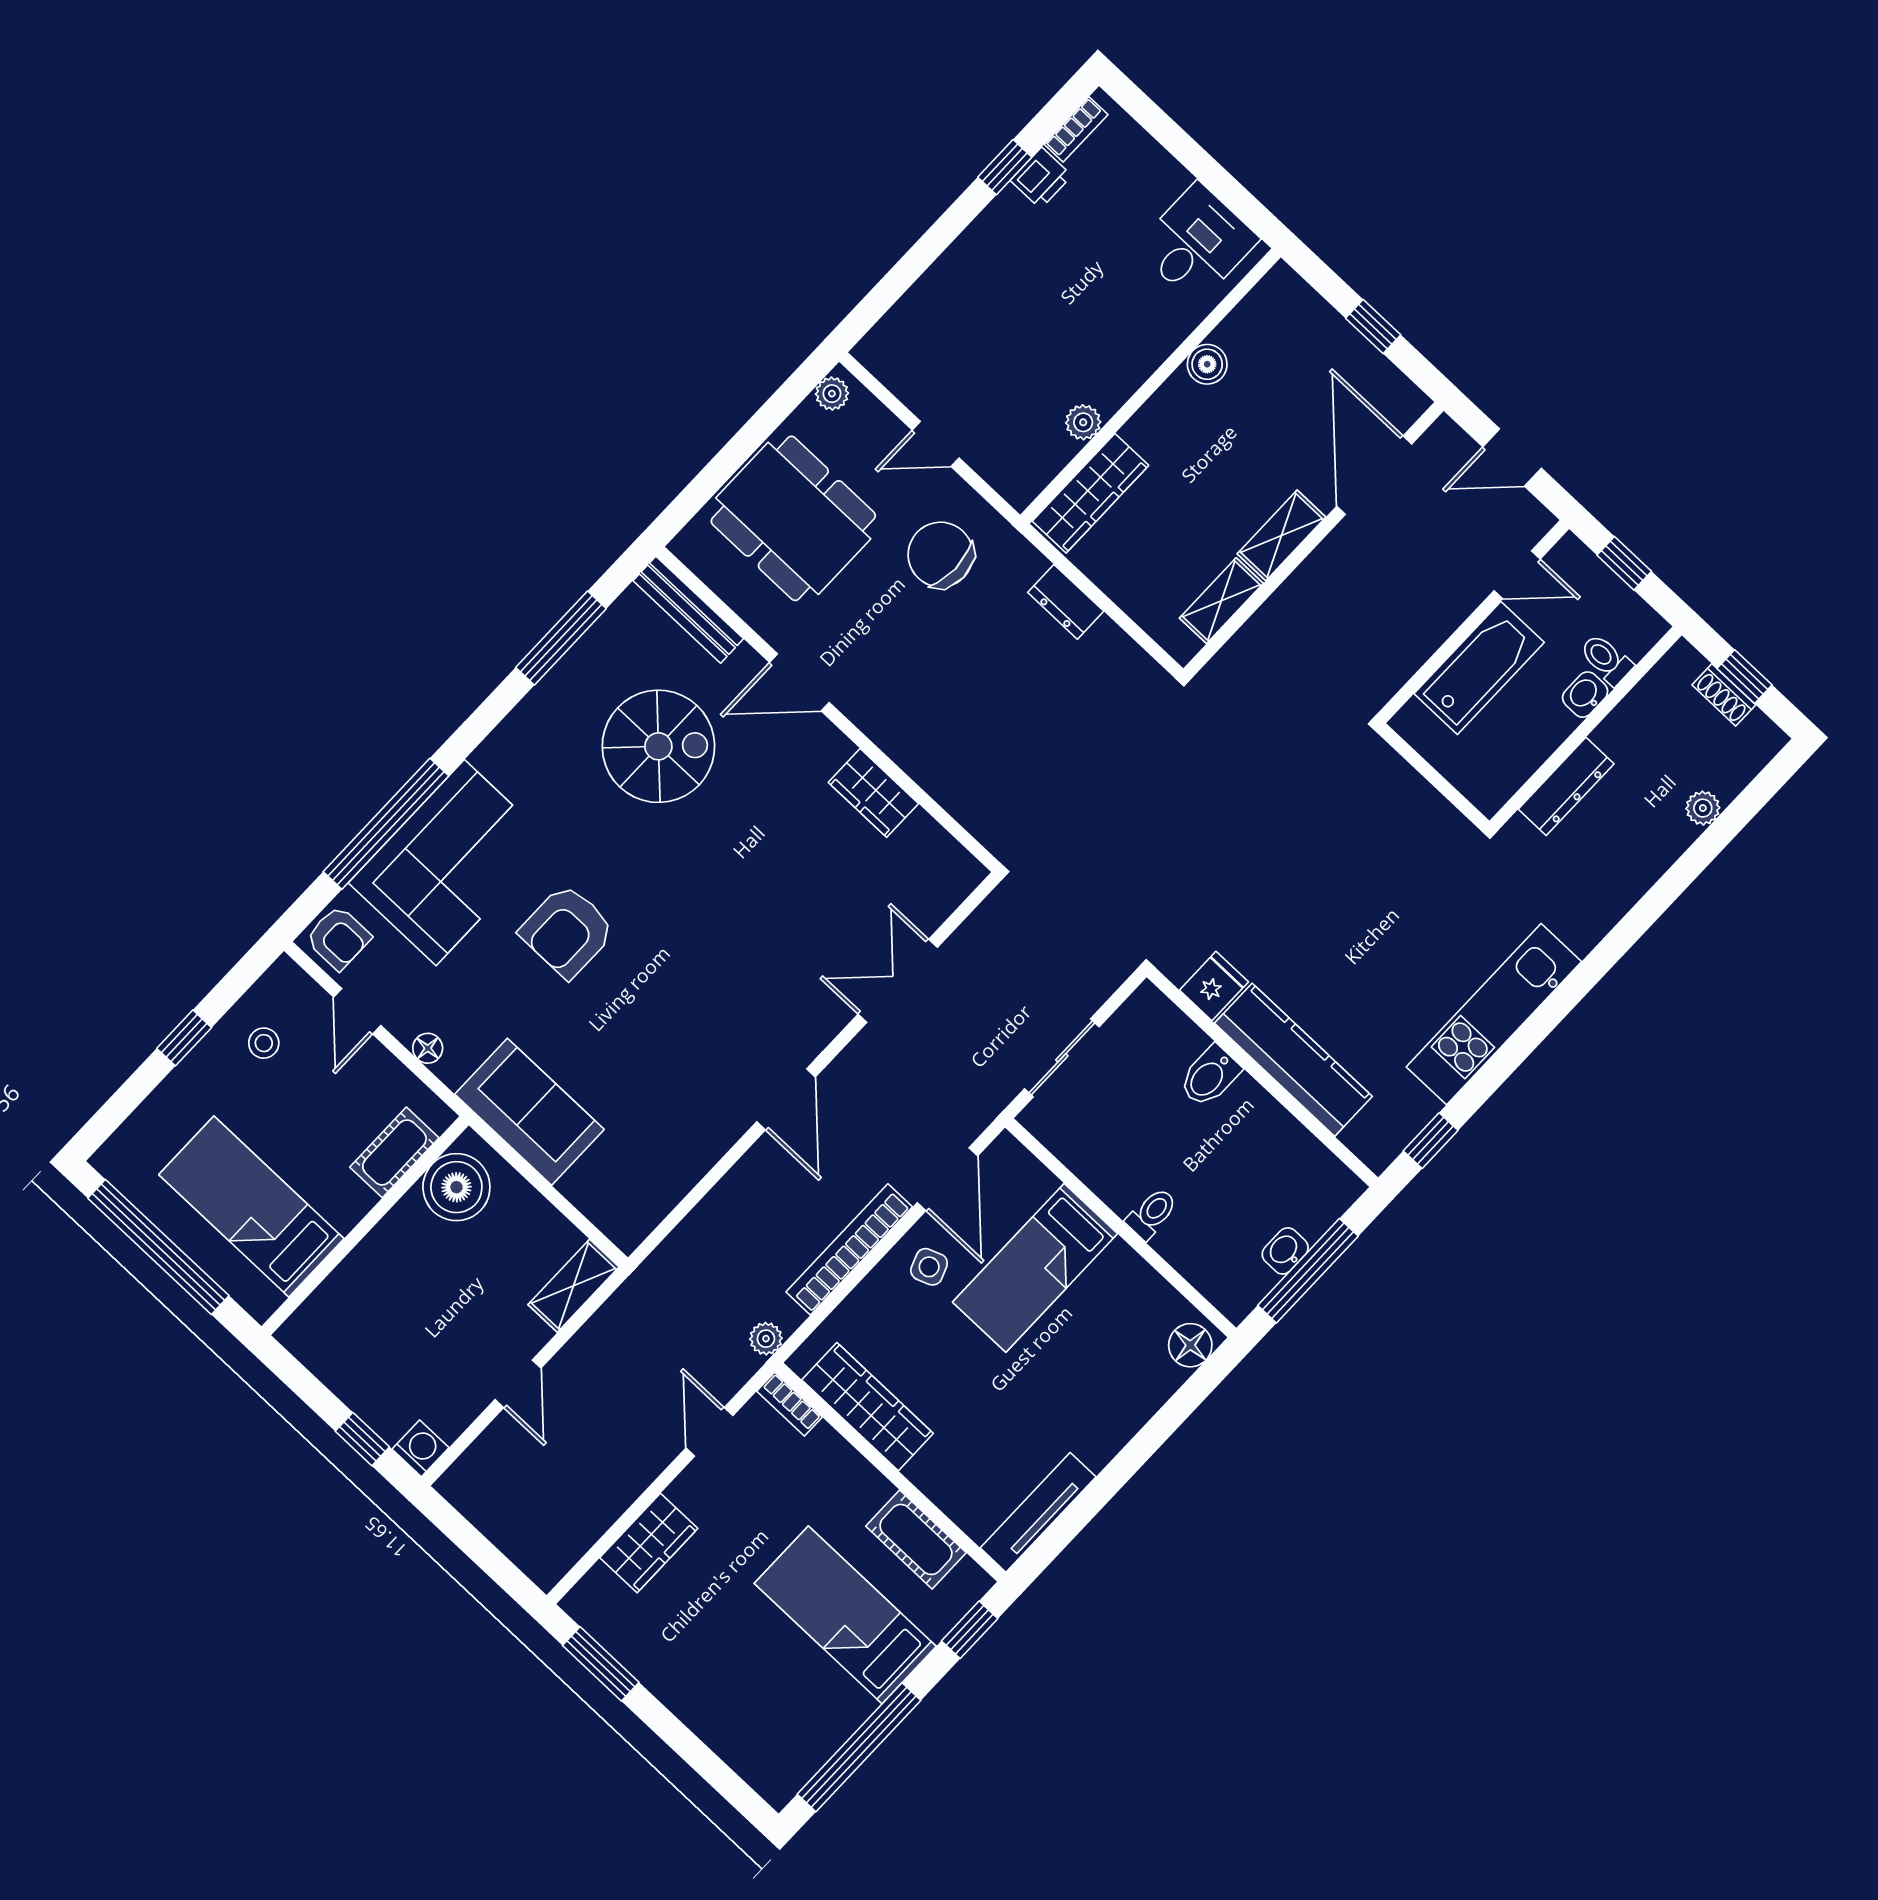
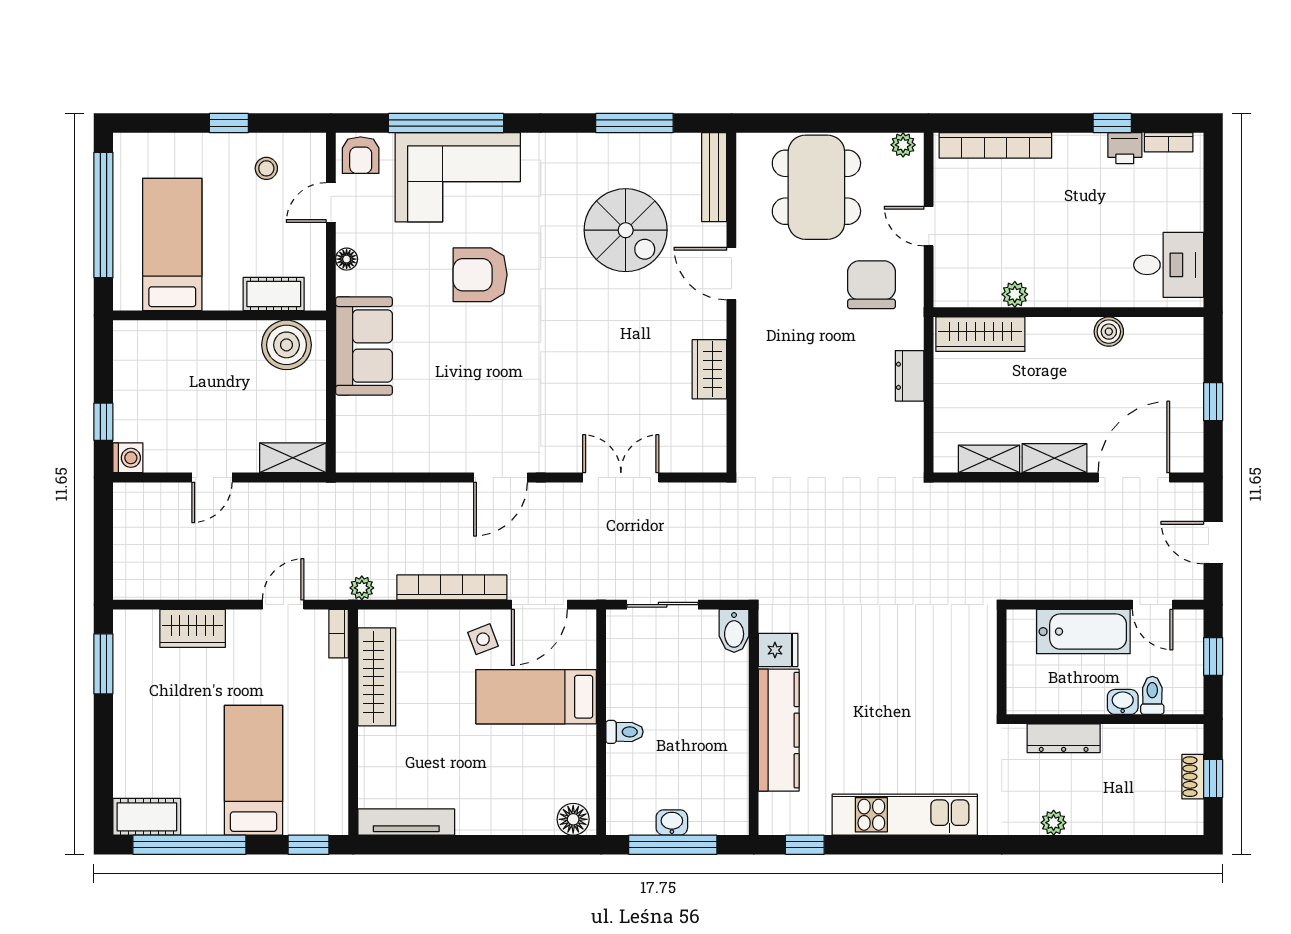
bookcase: (918, 303) -> (995, 145), added
plant: (1703, 808) -> (1054, 823), moved
bidet: (1210, 1076) -> (734, 631), moved, turned -90
cot: (916, 1539) -> (147, 817), moved, turned 90

